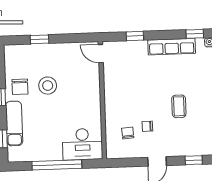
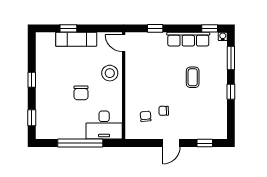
stool: (48, 86) -> (110, 73), moved
chair: (20, 87) -> (81, 93), moved
coffee table: (179, 106) -> (193, 77), moved
exam couch: (14, 123) -> (76, 39), moved, turned 90

